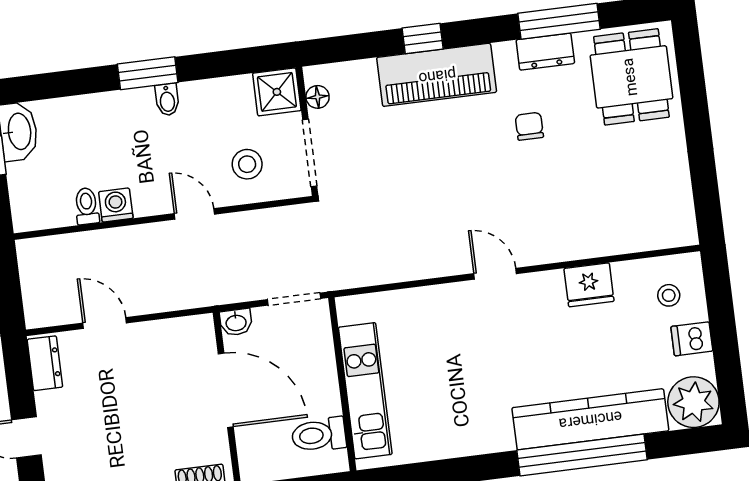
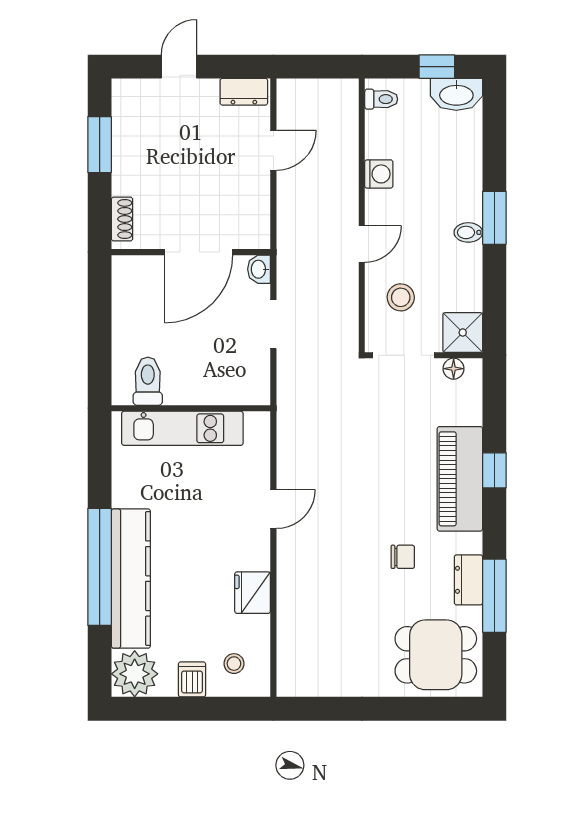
toilet: (87, 206) -> (381, 99), moved
wall: (342, 384) -> (191, 408), moved
kitchen unit: (365, 391) -> (182, 428), moved
toilet: (319, 435) -> (148, 381), moved

